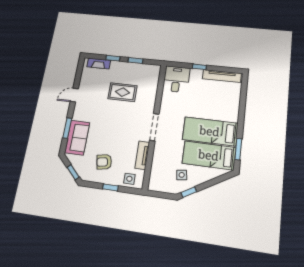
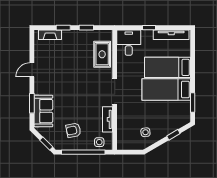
rug: (122, 92) -> (102, 54), moved, turned 90
bed: (209, 155) -> (168, 67), moved
window: (110, 187) -> (83, 152), width x3.17
window: (189, 192) -> (173, 135), moved

